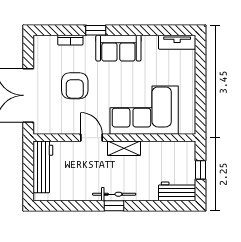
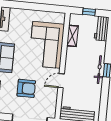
shelving: (124, 148) -> (72, 36), moved

